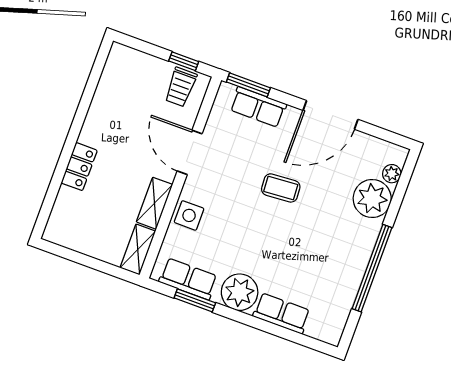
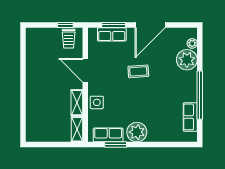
window: (248, 85) -> (114, 25), moved
locker: (79, 167) -> (32, 98), removed
row of seats: (282, 313) -> (190, 117), moved, turned -90

